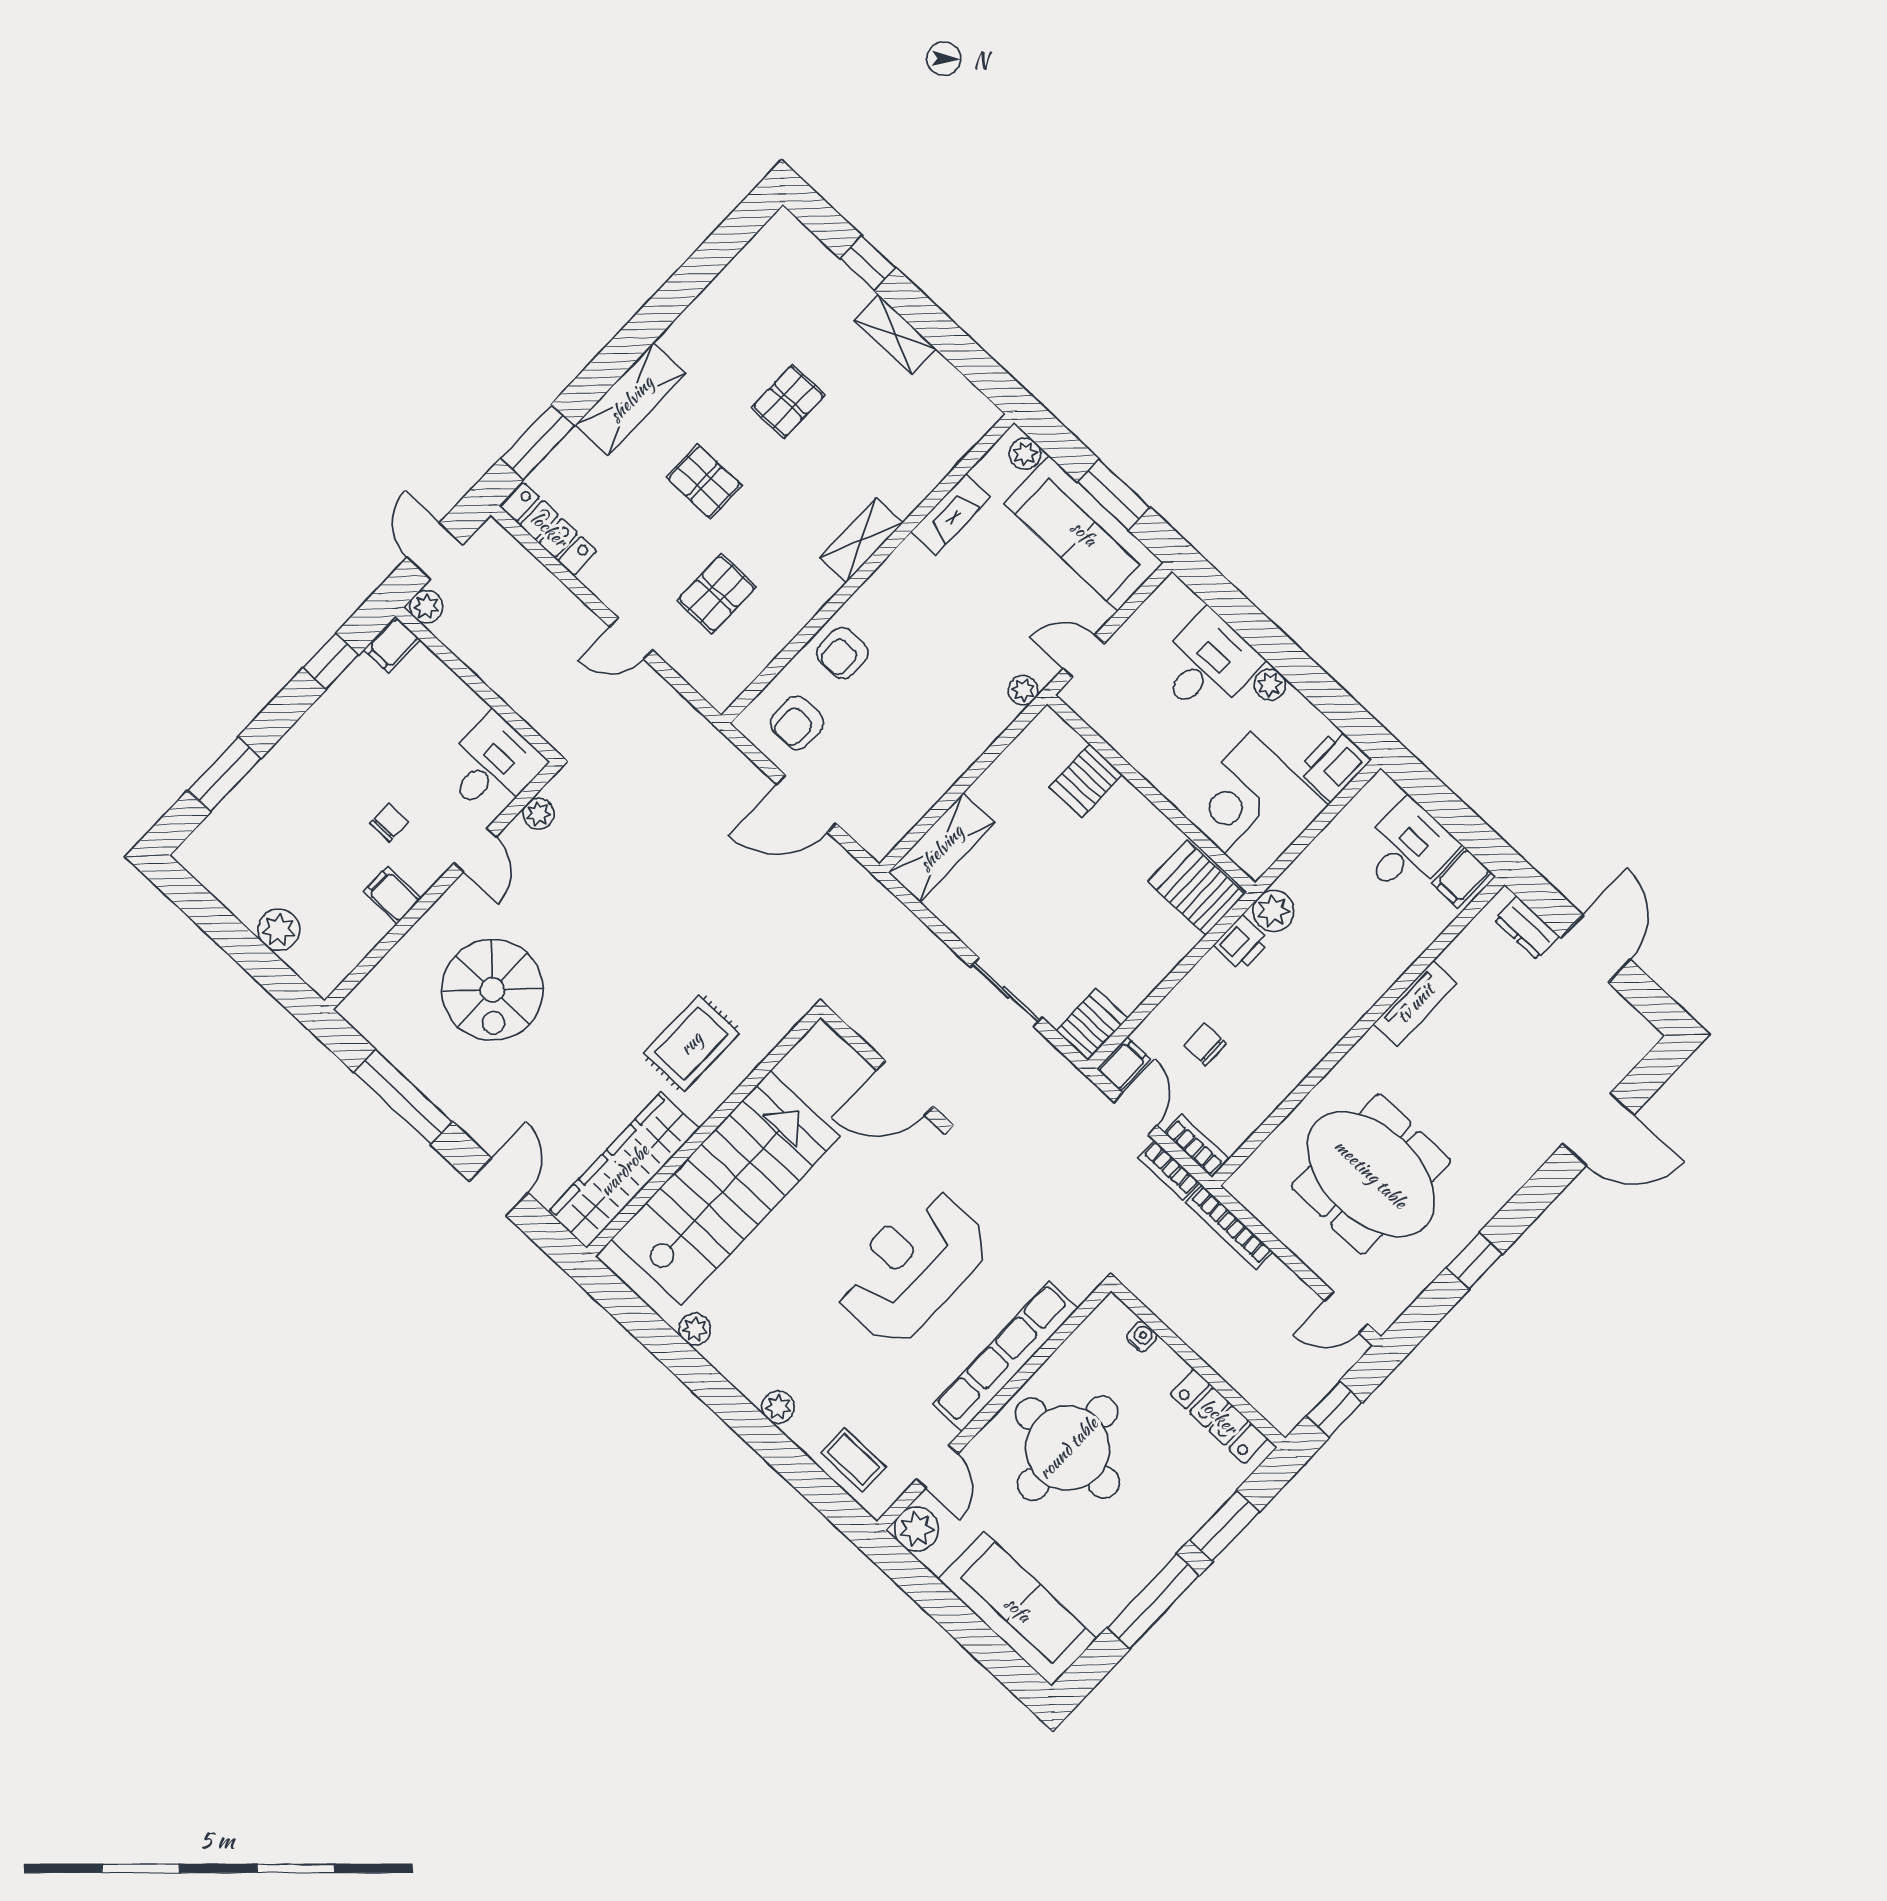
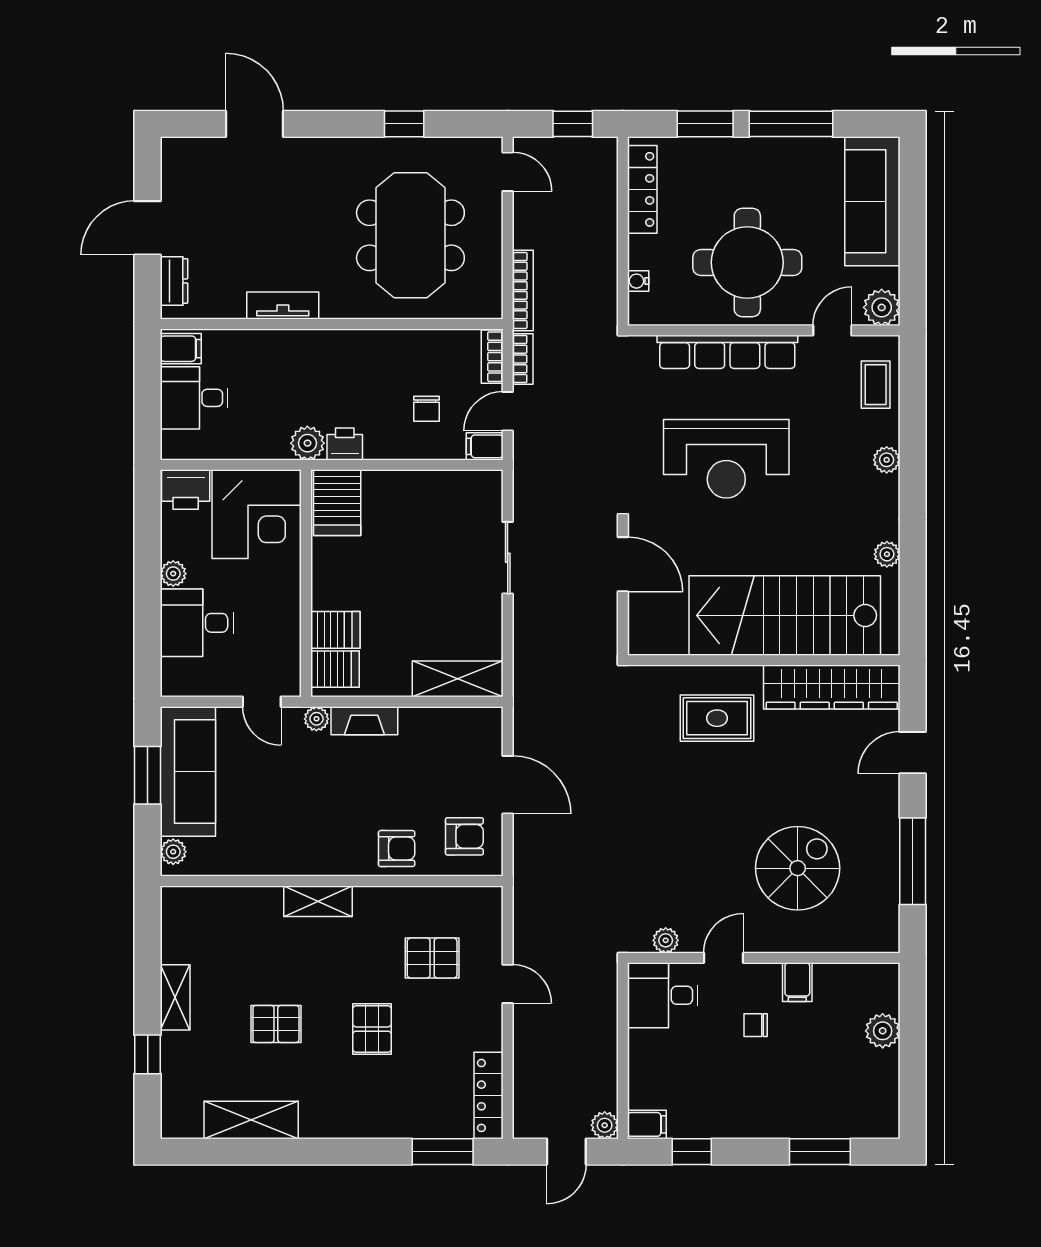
shelving: (631, 399) -> (251, 1120), moved
fireplace: (951, 514) -> (364, 721), moved, turned 180
server rack: (1092, 1025) -> (335, 669), moved, turned 180

